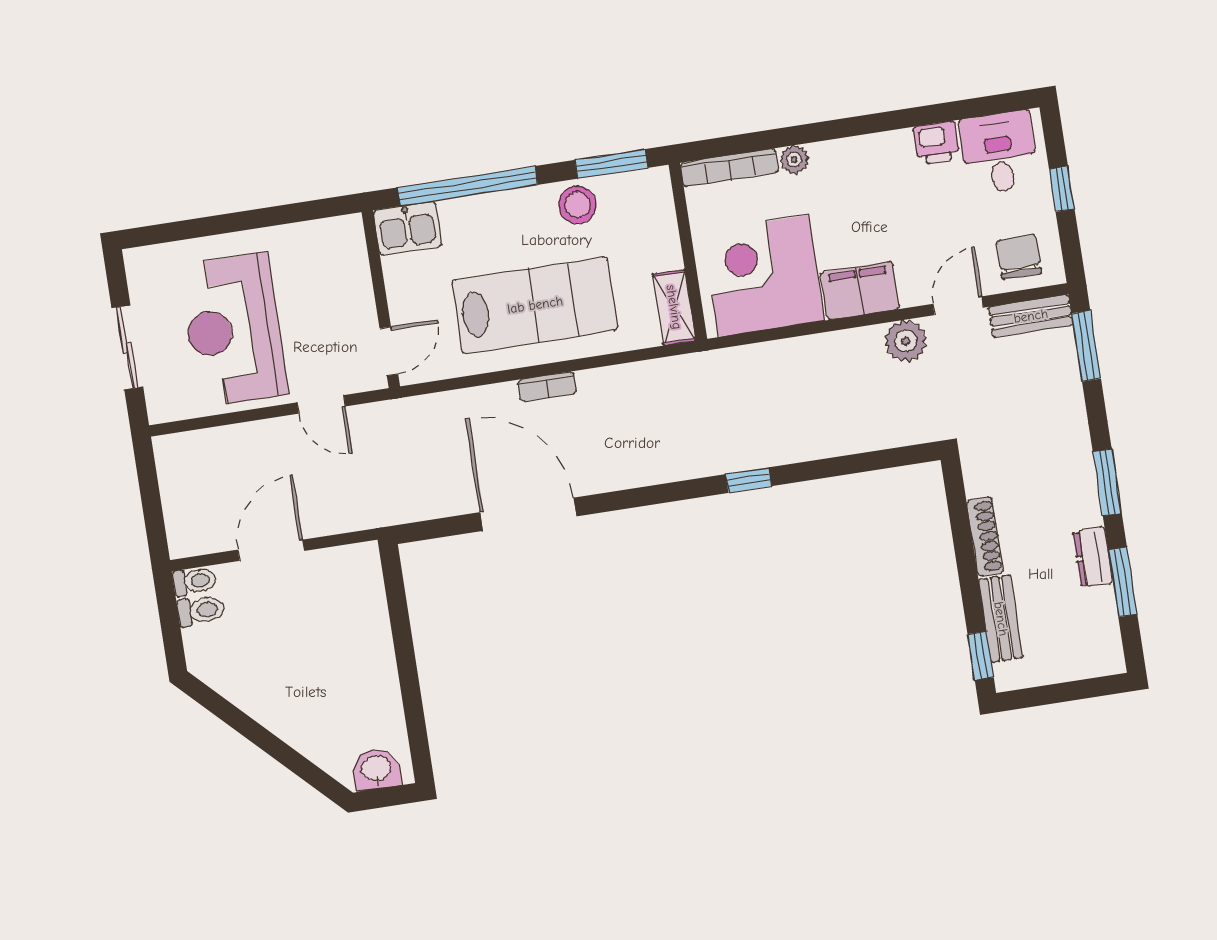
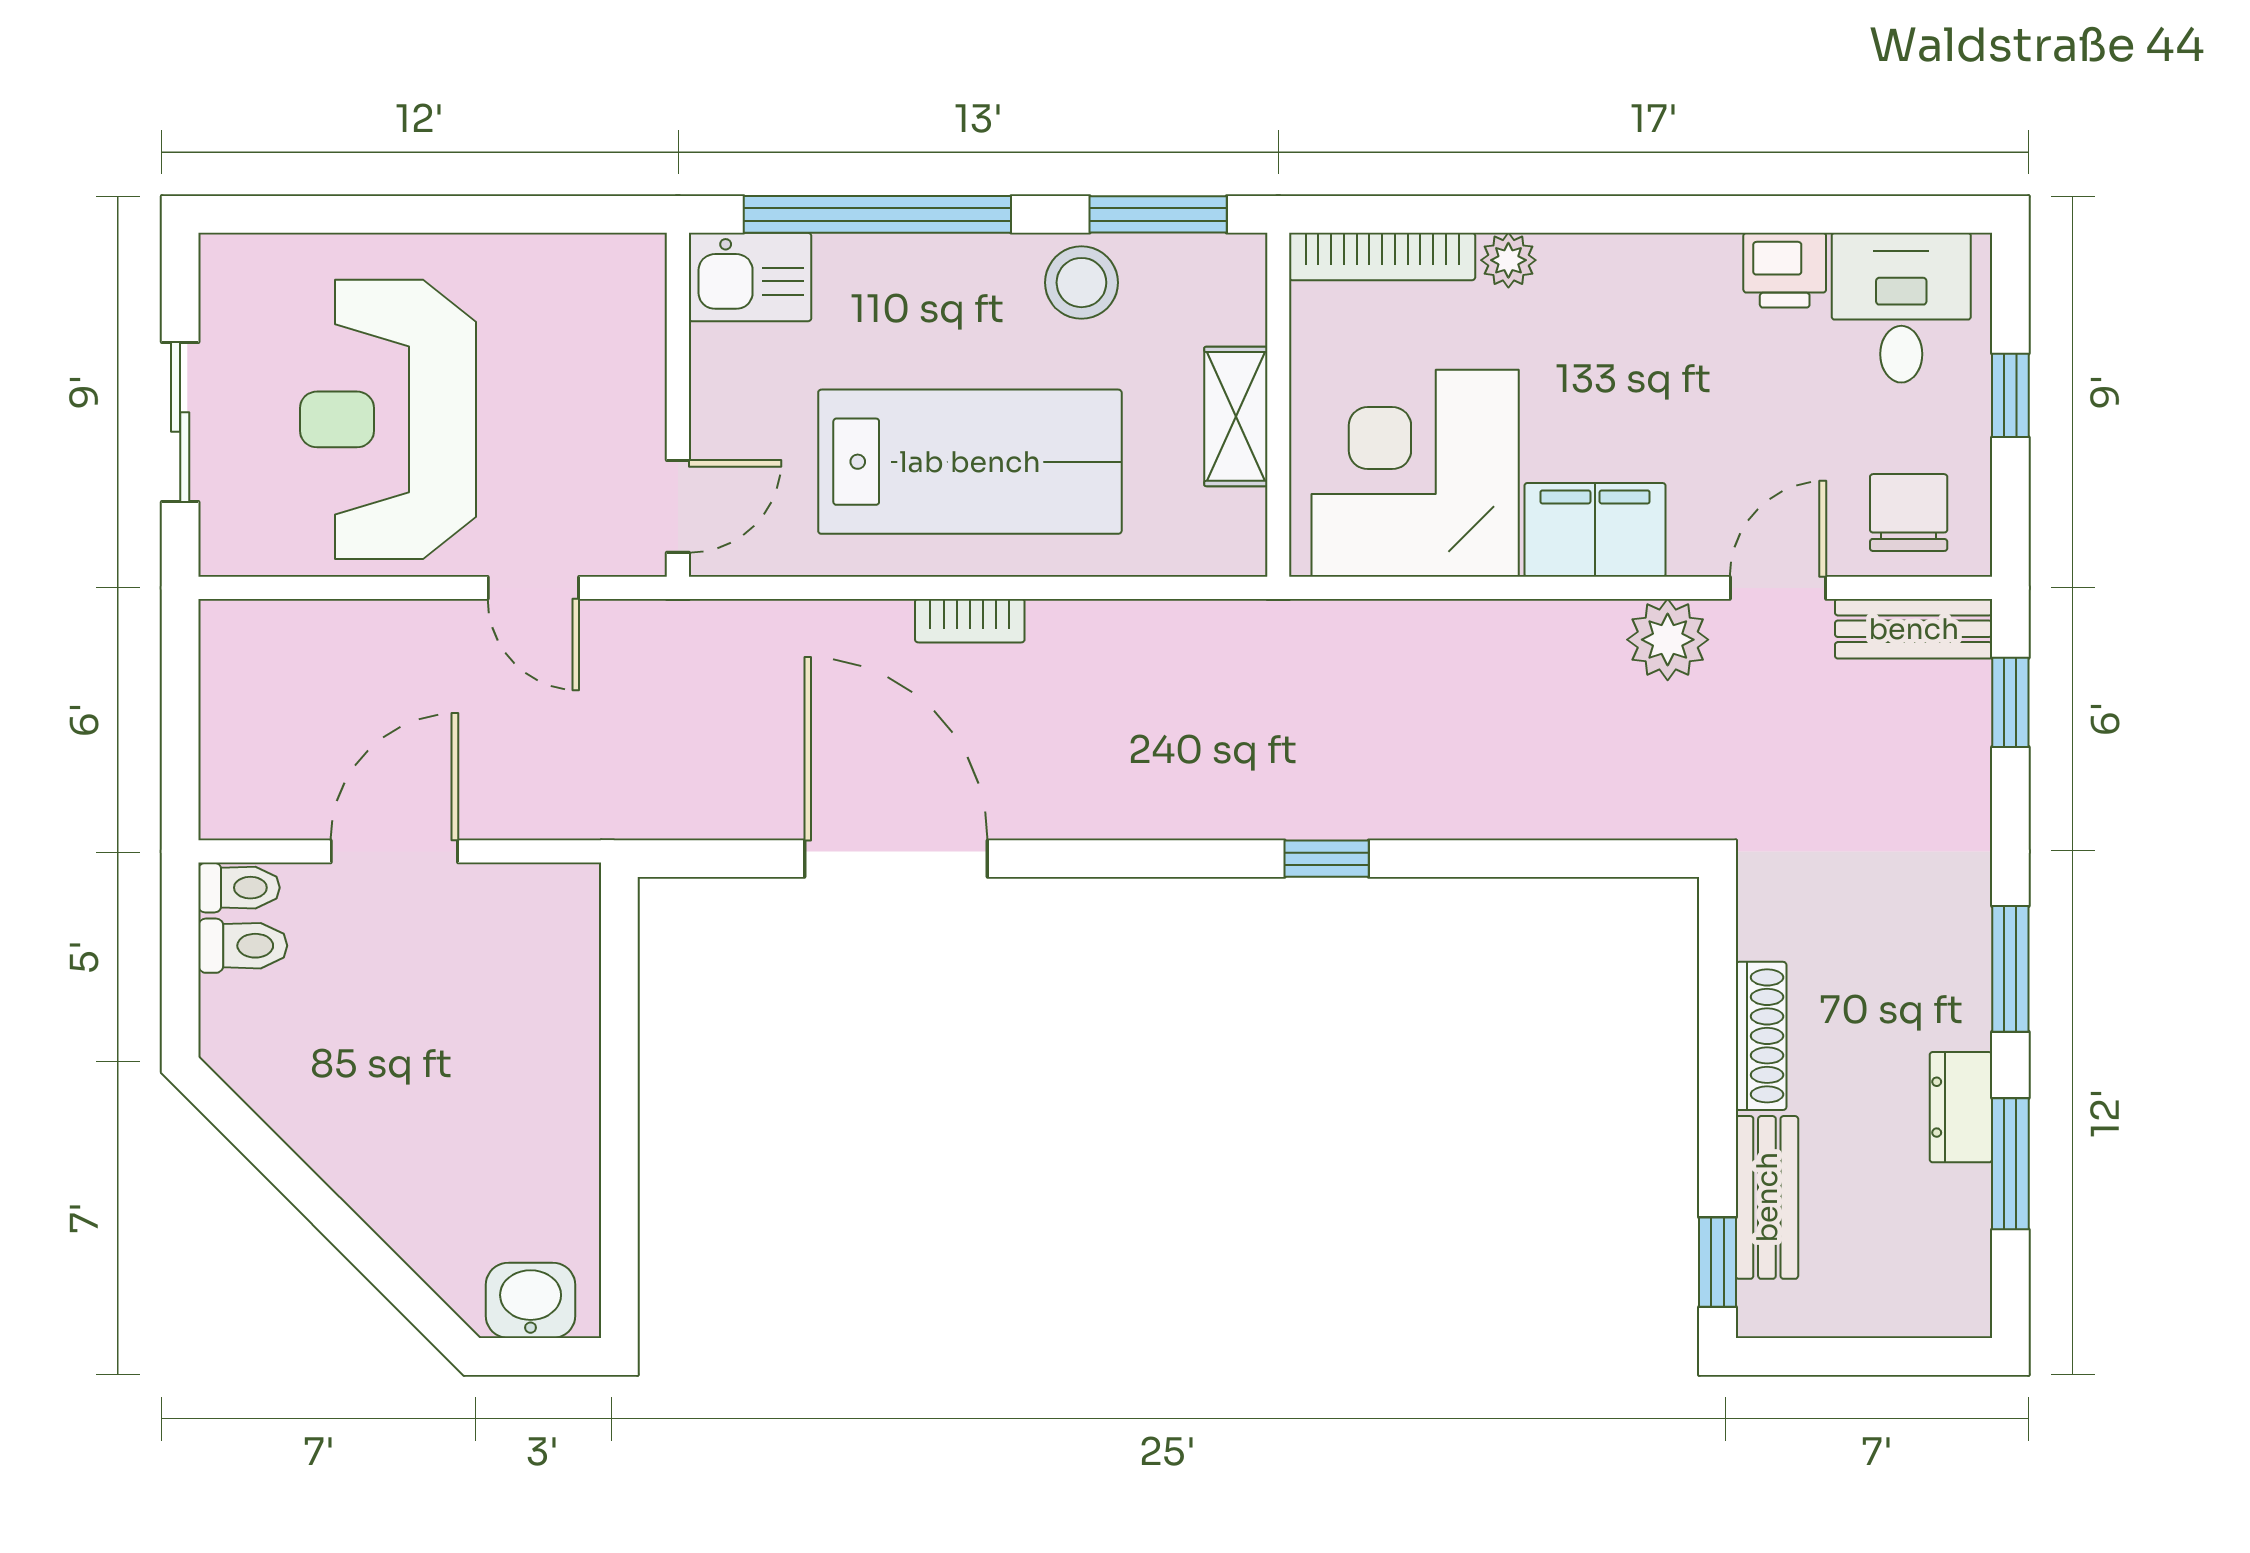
shelving: (674, 307) -> (1236, 416), moved
window: (1086, 346) -> (2010, 702), width x0.67

